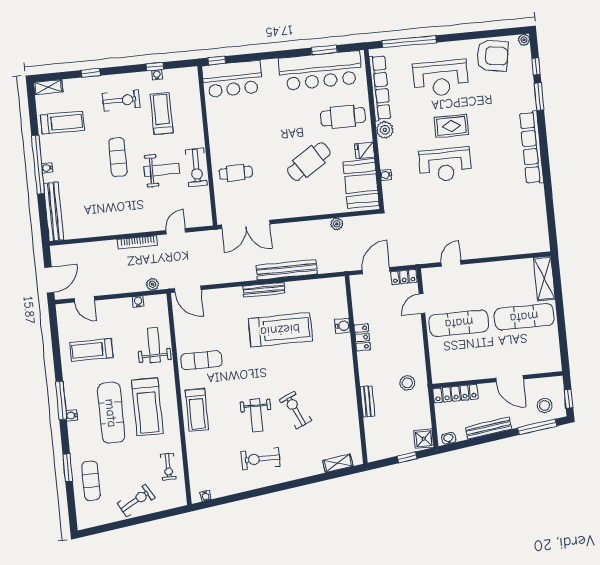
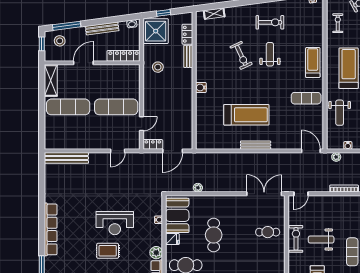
cafe table: (309, 162) -> (214, 235), turned -57
reception desk: (445, 165) -> (115, 223), turned 180
door: (176, 231) -> (301, 194), moved
bench: (287, 270) -> (66, 158), moved
shelving: (544, 278) -> (51, 80), moved
water cooler: (343, 326) -> (201, 87), moved
treadmill: (280, 330) -> (246, 115), turned 180
locker: (362, 337) -> (187, 34), moved
door: (509, 379) -> (83, 63), hinge flipped
shower: (424, 439) -> (156, 31), width x1.86, depth x1.86

